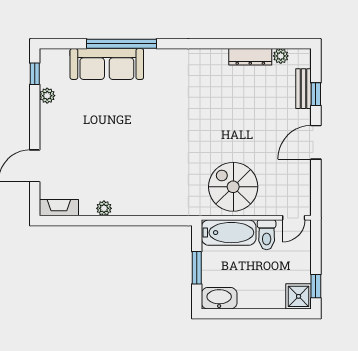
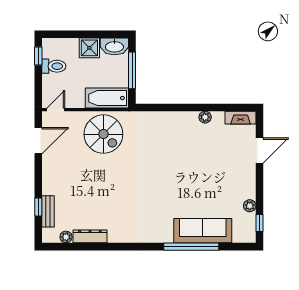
door: (316, 142) -> (38, 141), moved
toilet: (267, 235) -> (54, 66), moved, turned 90
window: (197, 268) -> (132, 70), width x1.44
shower: (299, 296) -> (89, 48), moved

